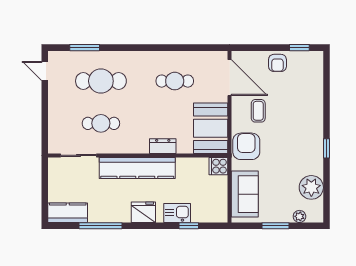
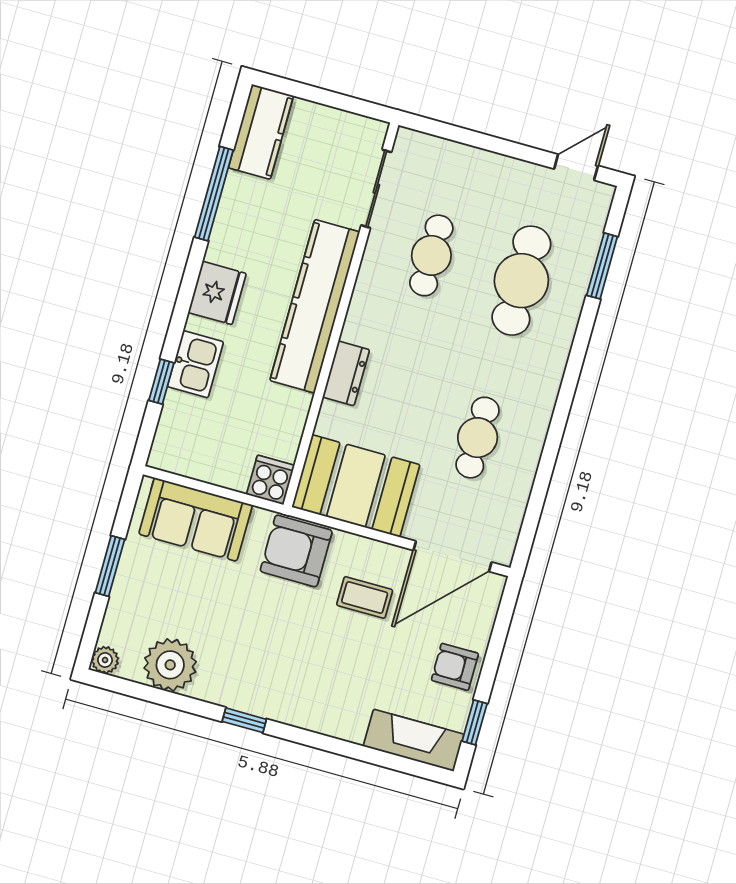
fireplace: (315, 72) -> (414, 740), added
armchair: (246, 146) -> (296, 551), turned 180
plant: (299, 216) -> (105, 660), moved

